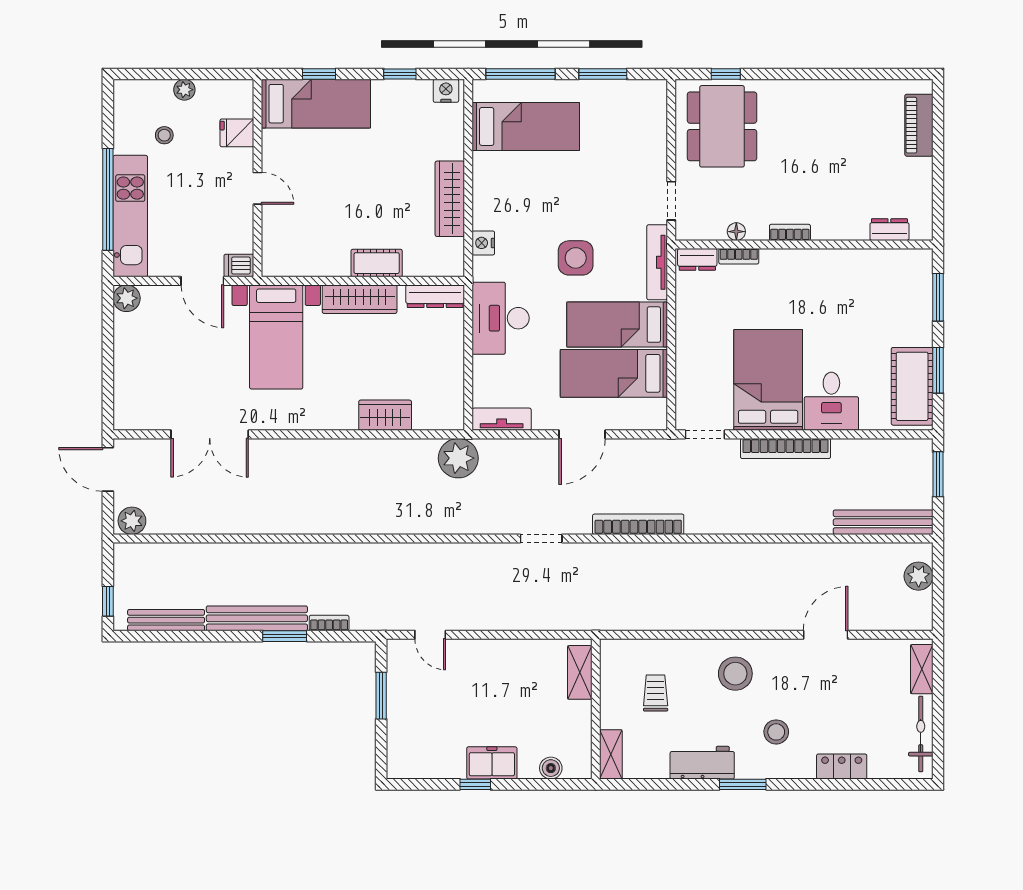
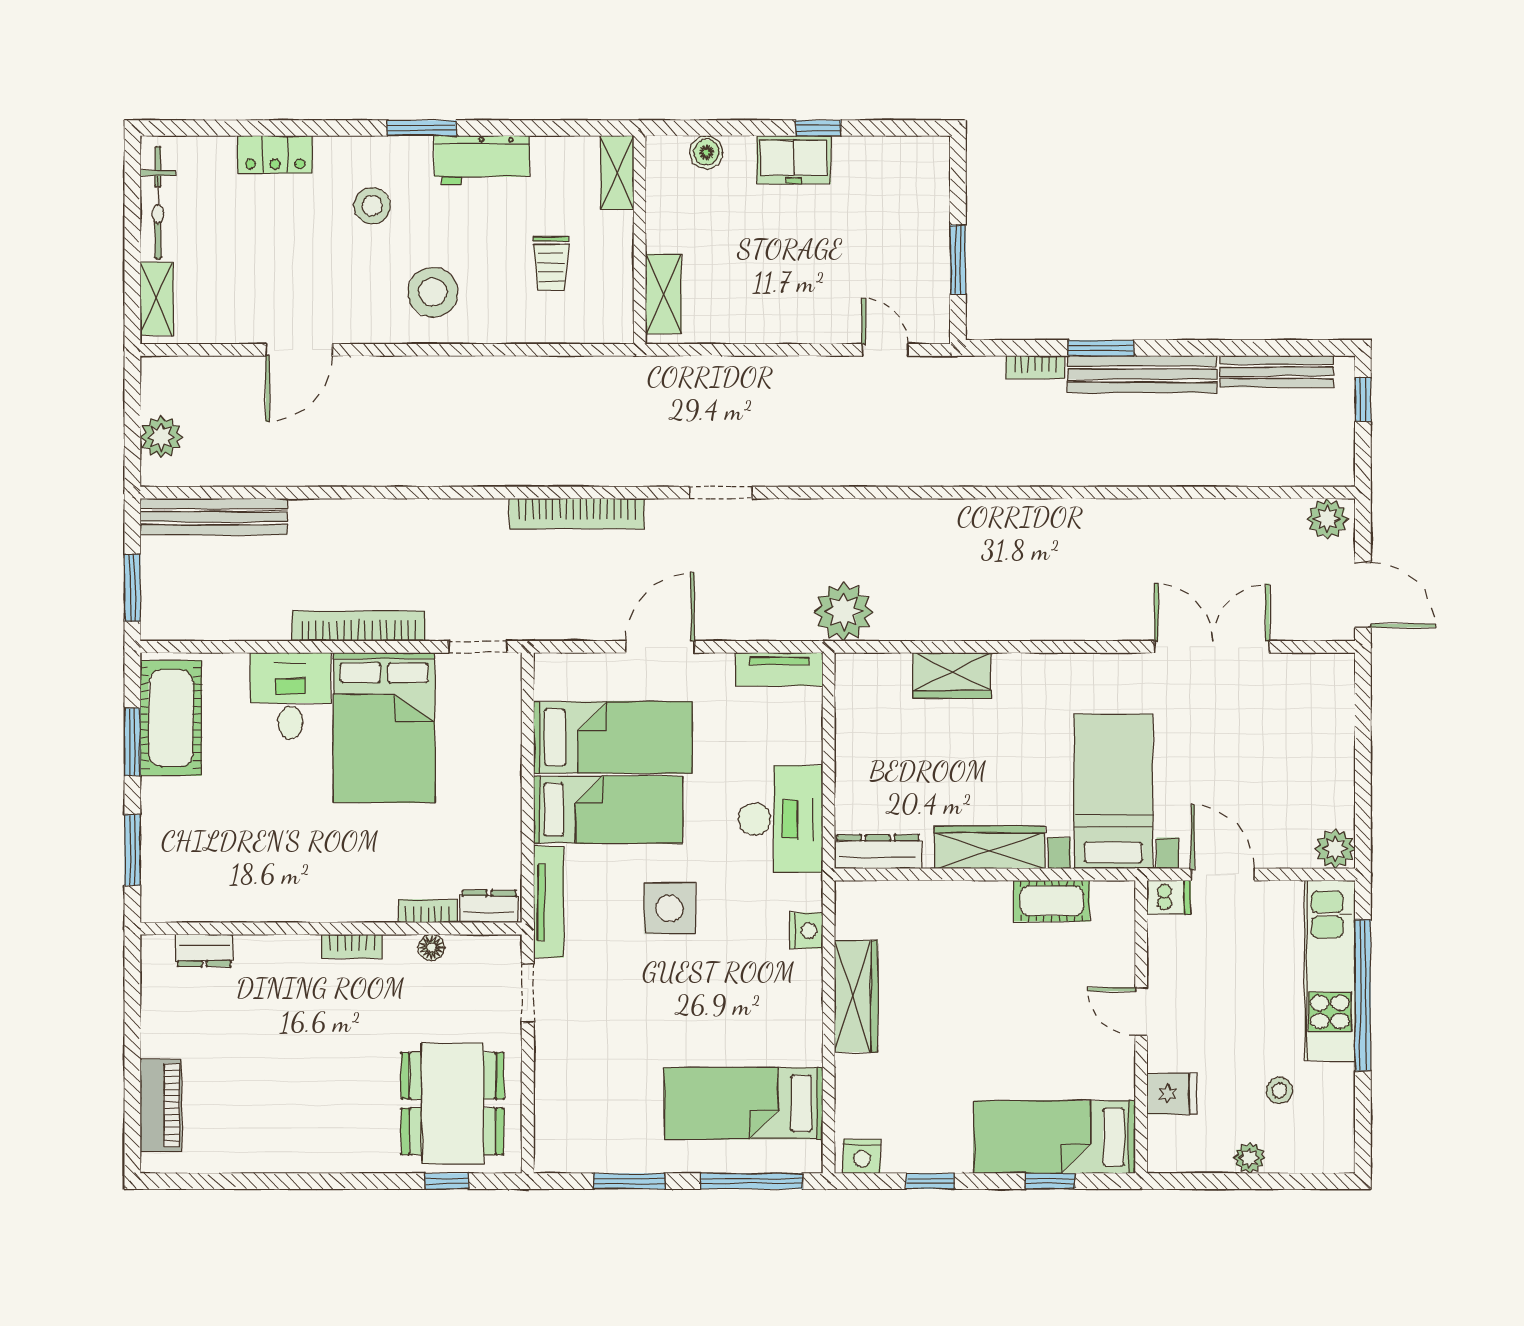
cot: (377, 263) -> (1052, 901), moved

